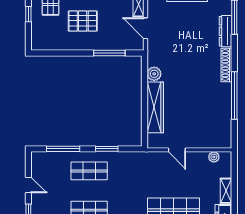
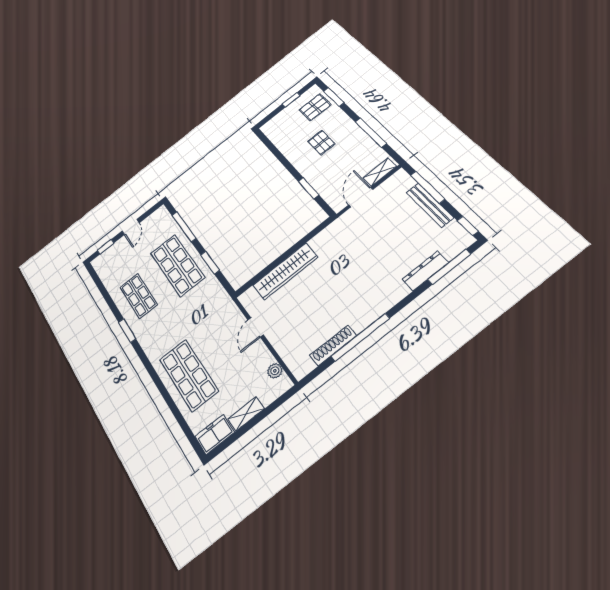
pallet: (83, 21) -> (321, 143), width x0.67, depth x0.71
window: (109, 53) -> (308, 188), width x0.69
shoe rack: (226, 65) -> (333, 345), moved
plant: (154, 74) -> (320, 242), removed
shop shelf: (89, 171) -> (177, 265), width x1.43, depth x1.36

